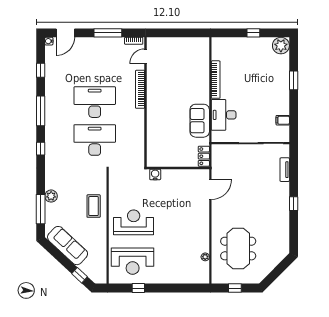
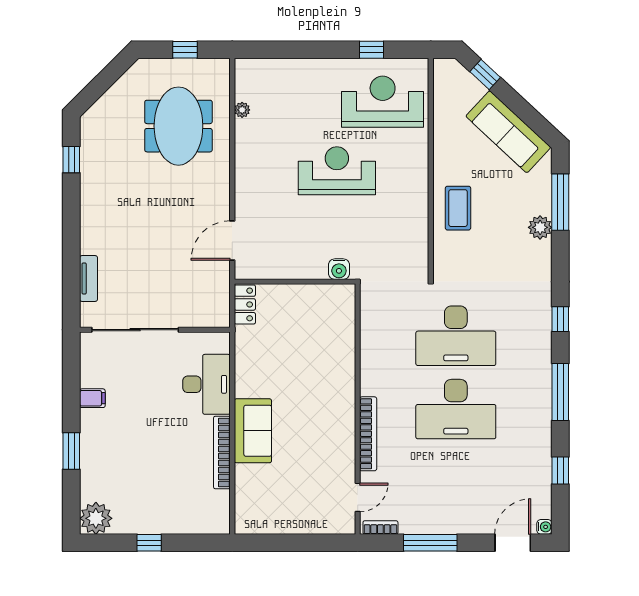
filing cabinet: (283, 120) -> (92, 398), moved
sofa: (200, 121) -> (253, 431), moved
window: (294, 204) -> (71, 160), moved
reception desk: (134, 222) -> (337, 171), moved, turned 180

